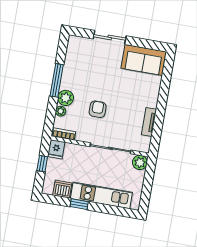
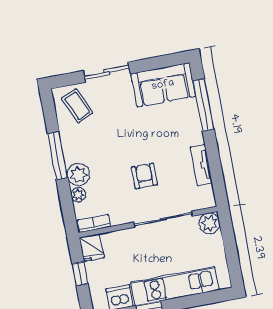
coffee table: (82, 52) -> (77, 106), added
window: (165, 83) -> (203, 105), added
armchair: (98, 109) -> (144, 176), moved

